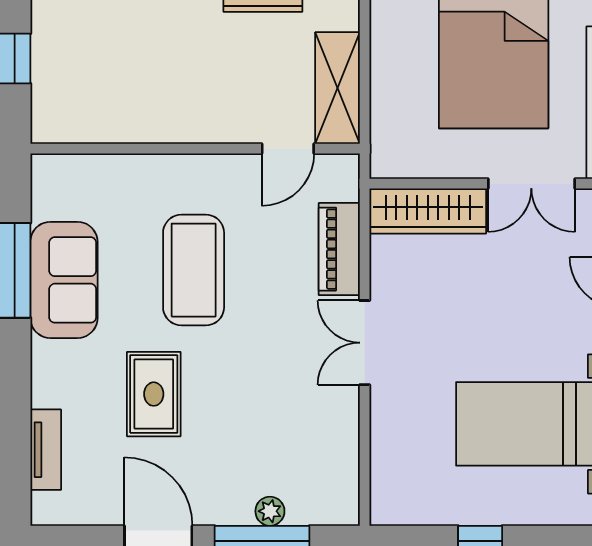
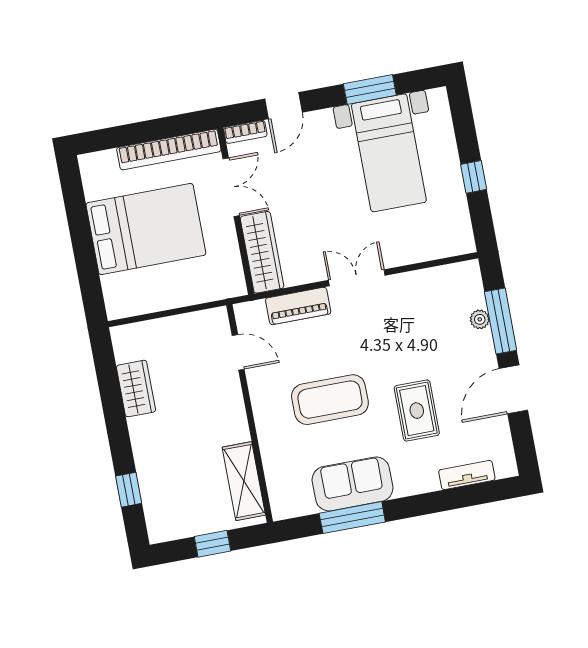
shelving: (338, 88) -> (244, 481), moved, turned 90
double door: (365, 343) -> (357, 278), swing flipped
rug: (154, 394) -> (417, 411), turned 90

